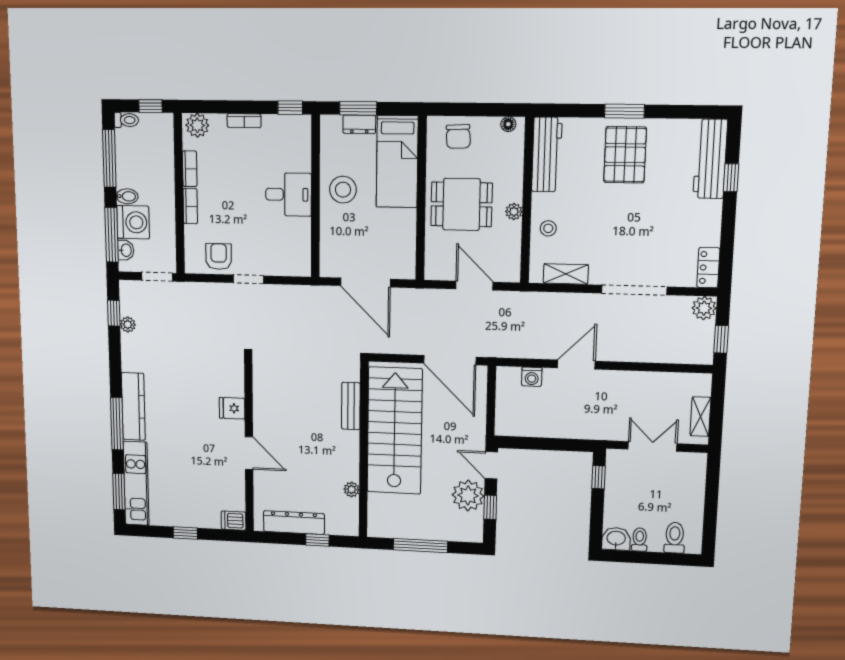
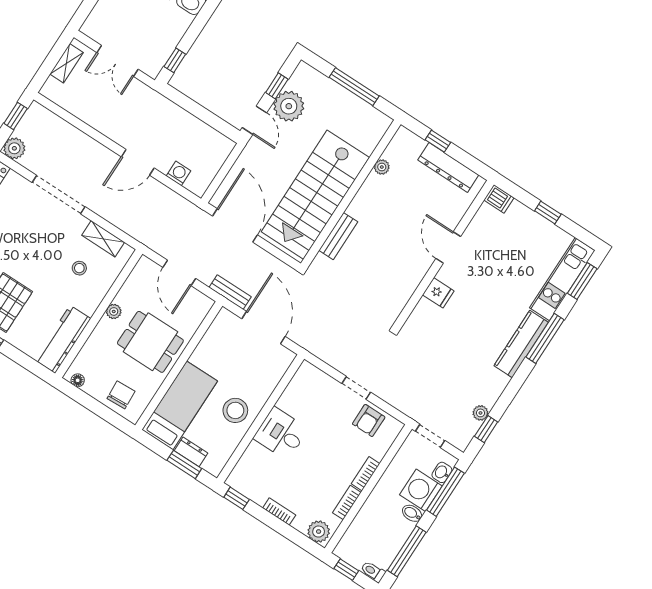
stool: (548, 228) -> (79, 268), moved
bench: (416, 296) -> (230, 292), added

